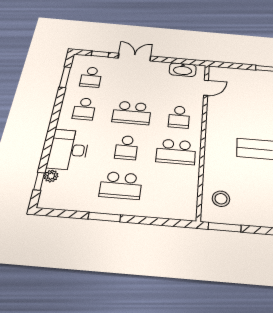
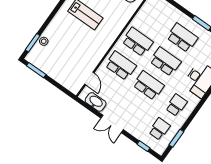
double door: (134, 57) -> (112, 124), moved
door: (206, 88) -> (89, 79), swing flipped
school desk: (179, 117) -> (121, 66), width x1.85
school desk: (127, 147) -> (165, 62), width x1.85

